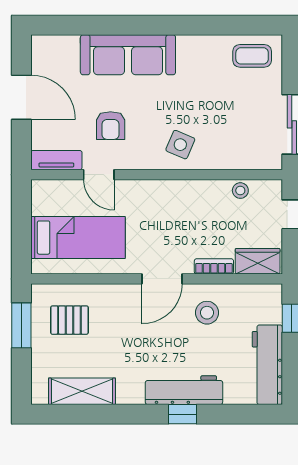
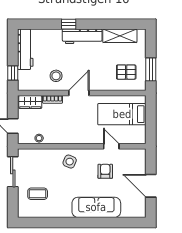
coffee table: (252, 56) -> (38, 194), moved
tv unit: (56, 160) -> (133, 154), removed
workbench: (184, 390) -> (82, 36), moved

